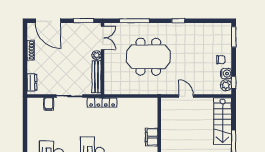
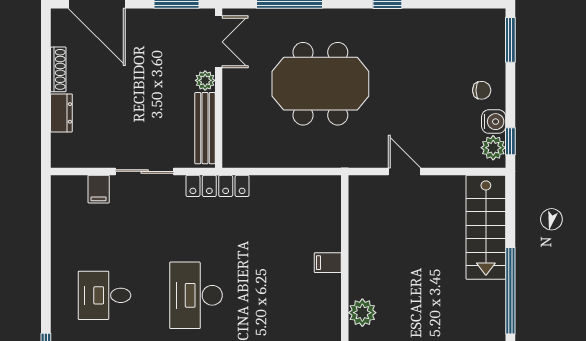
dresser: (32, 82) -> (61, 113), moved
filing cabinet: (152, 137) -> (328, 263), width x0.50

